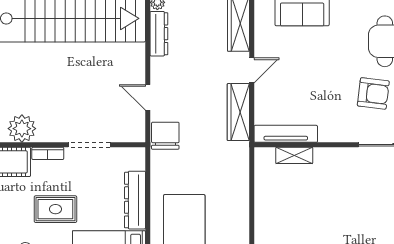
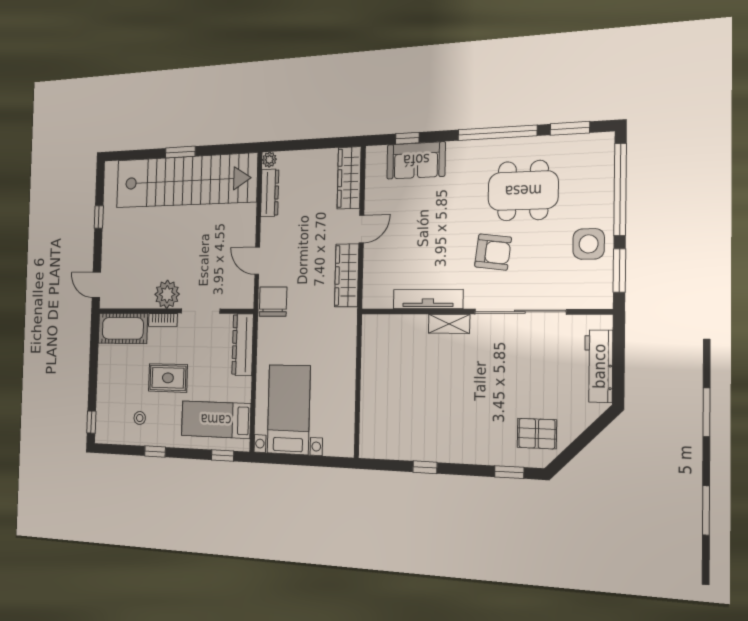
plant: (22, 129) -> (167, 294), moved
tv unit: (286, 134) -> (428, 299), moved
shelving: (294, 155) -> (449, 324), moved
dresser: (135, 200) -> (243, 345), moved

